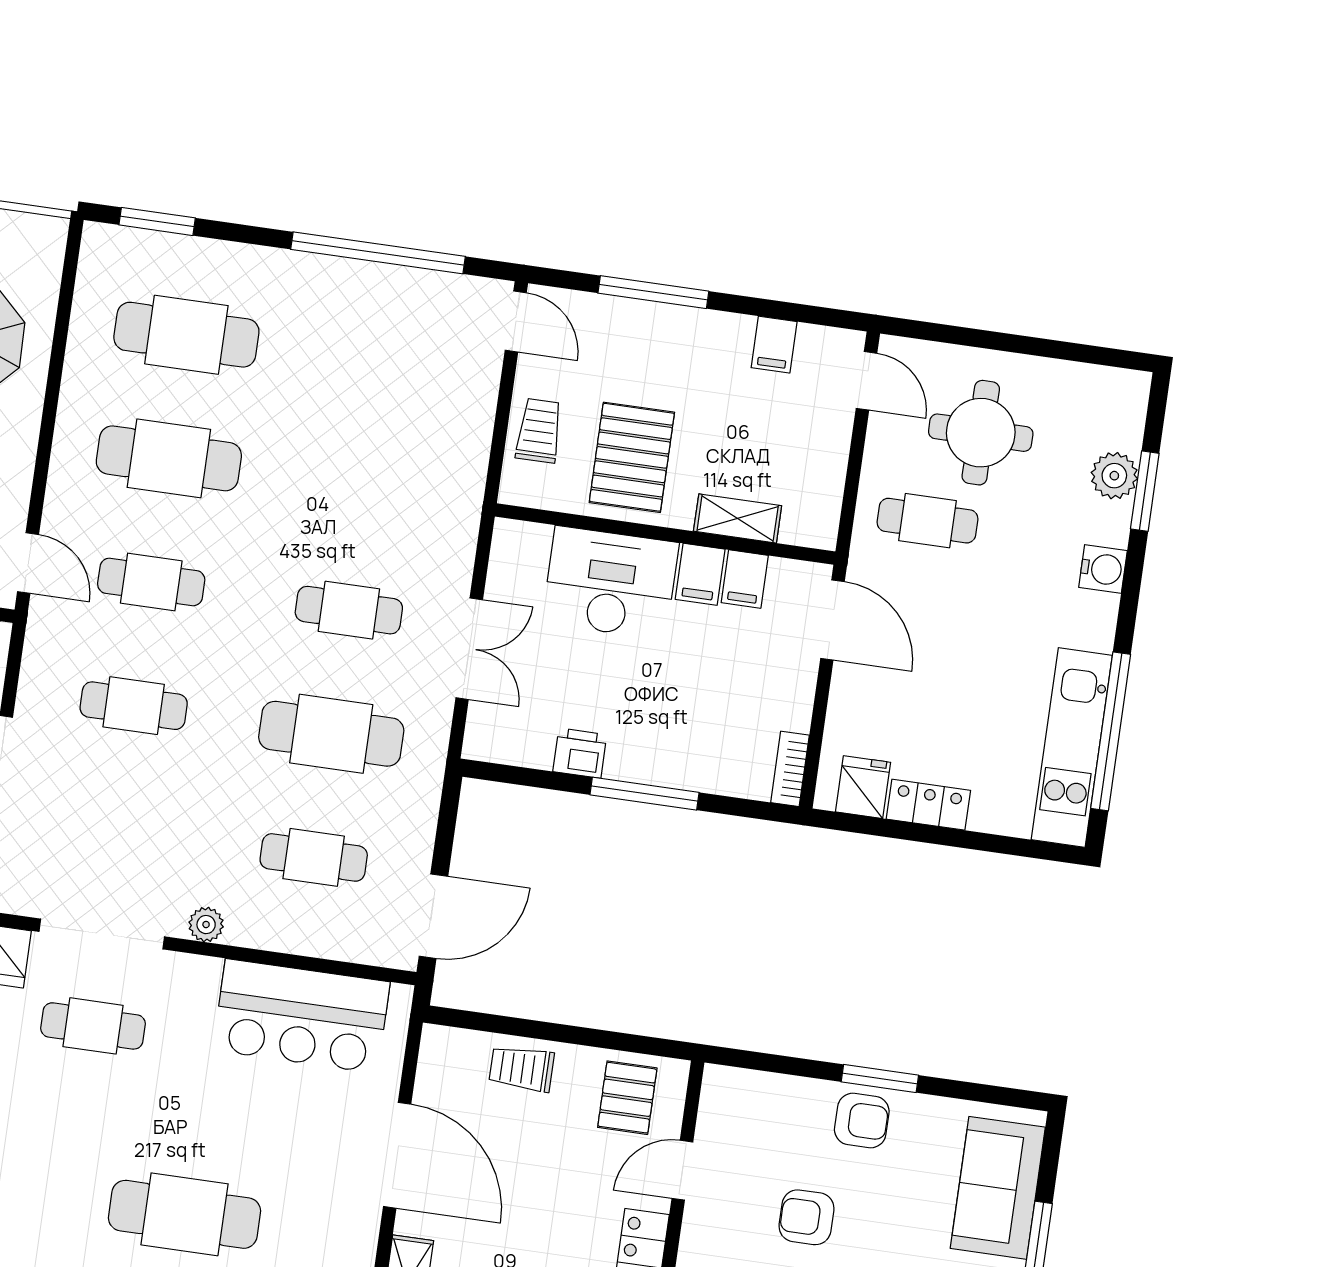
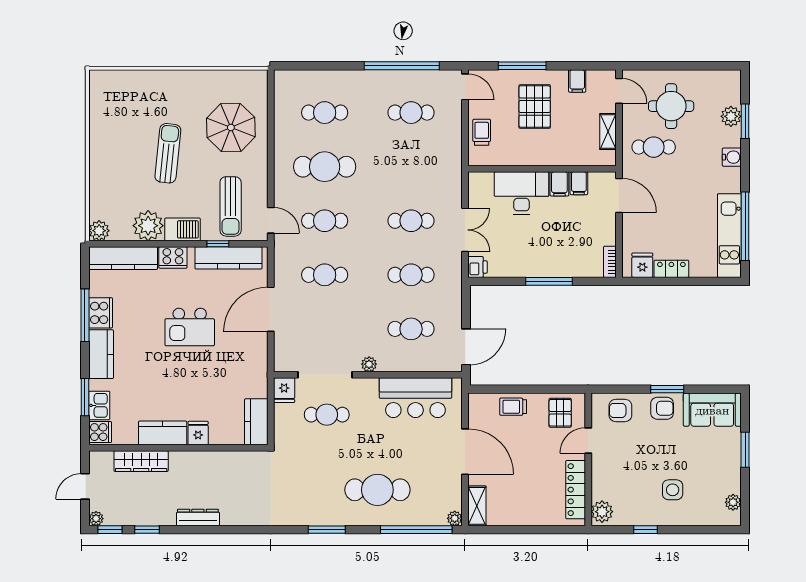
window: (157, 221) -> (305, 66), removed
cafe table: (186, 335) -> (325, 113), width x0.73, depth x0.74
cafe table: (384, 363) -> (411, 113), added
pallet: (632, 457) -> (535, 107), moved
shelving: (738, 518) -> (608, 132), moved, turned 90
cafe table: (331, 734) -> (411, 275), width x0.73, depth x0.74
printer: (580, 753) -> (477, 267), moved, turned 90
sofa: (998, 1188) -> (712, 410), moved, turned -90
armchair: (807, 1217) -> (620, 410), moved

